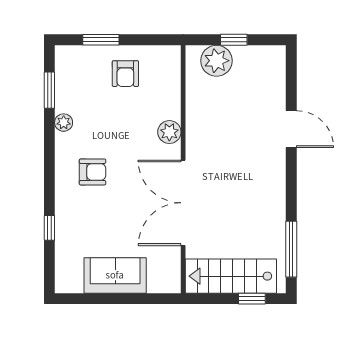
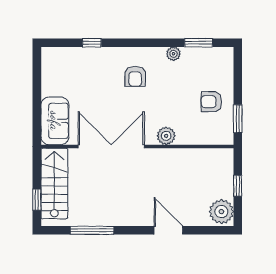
window: (101, 40) -> (238, 119), moved
plant: (217, 61) -> (221, 212), moved
door: (291, 129) -> (168, 230), swing flipped
window: (291, 249) -> (92, 230), moved
sofa: (115, 275) -> (55, 121), moved

